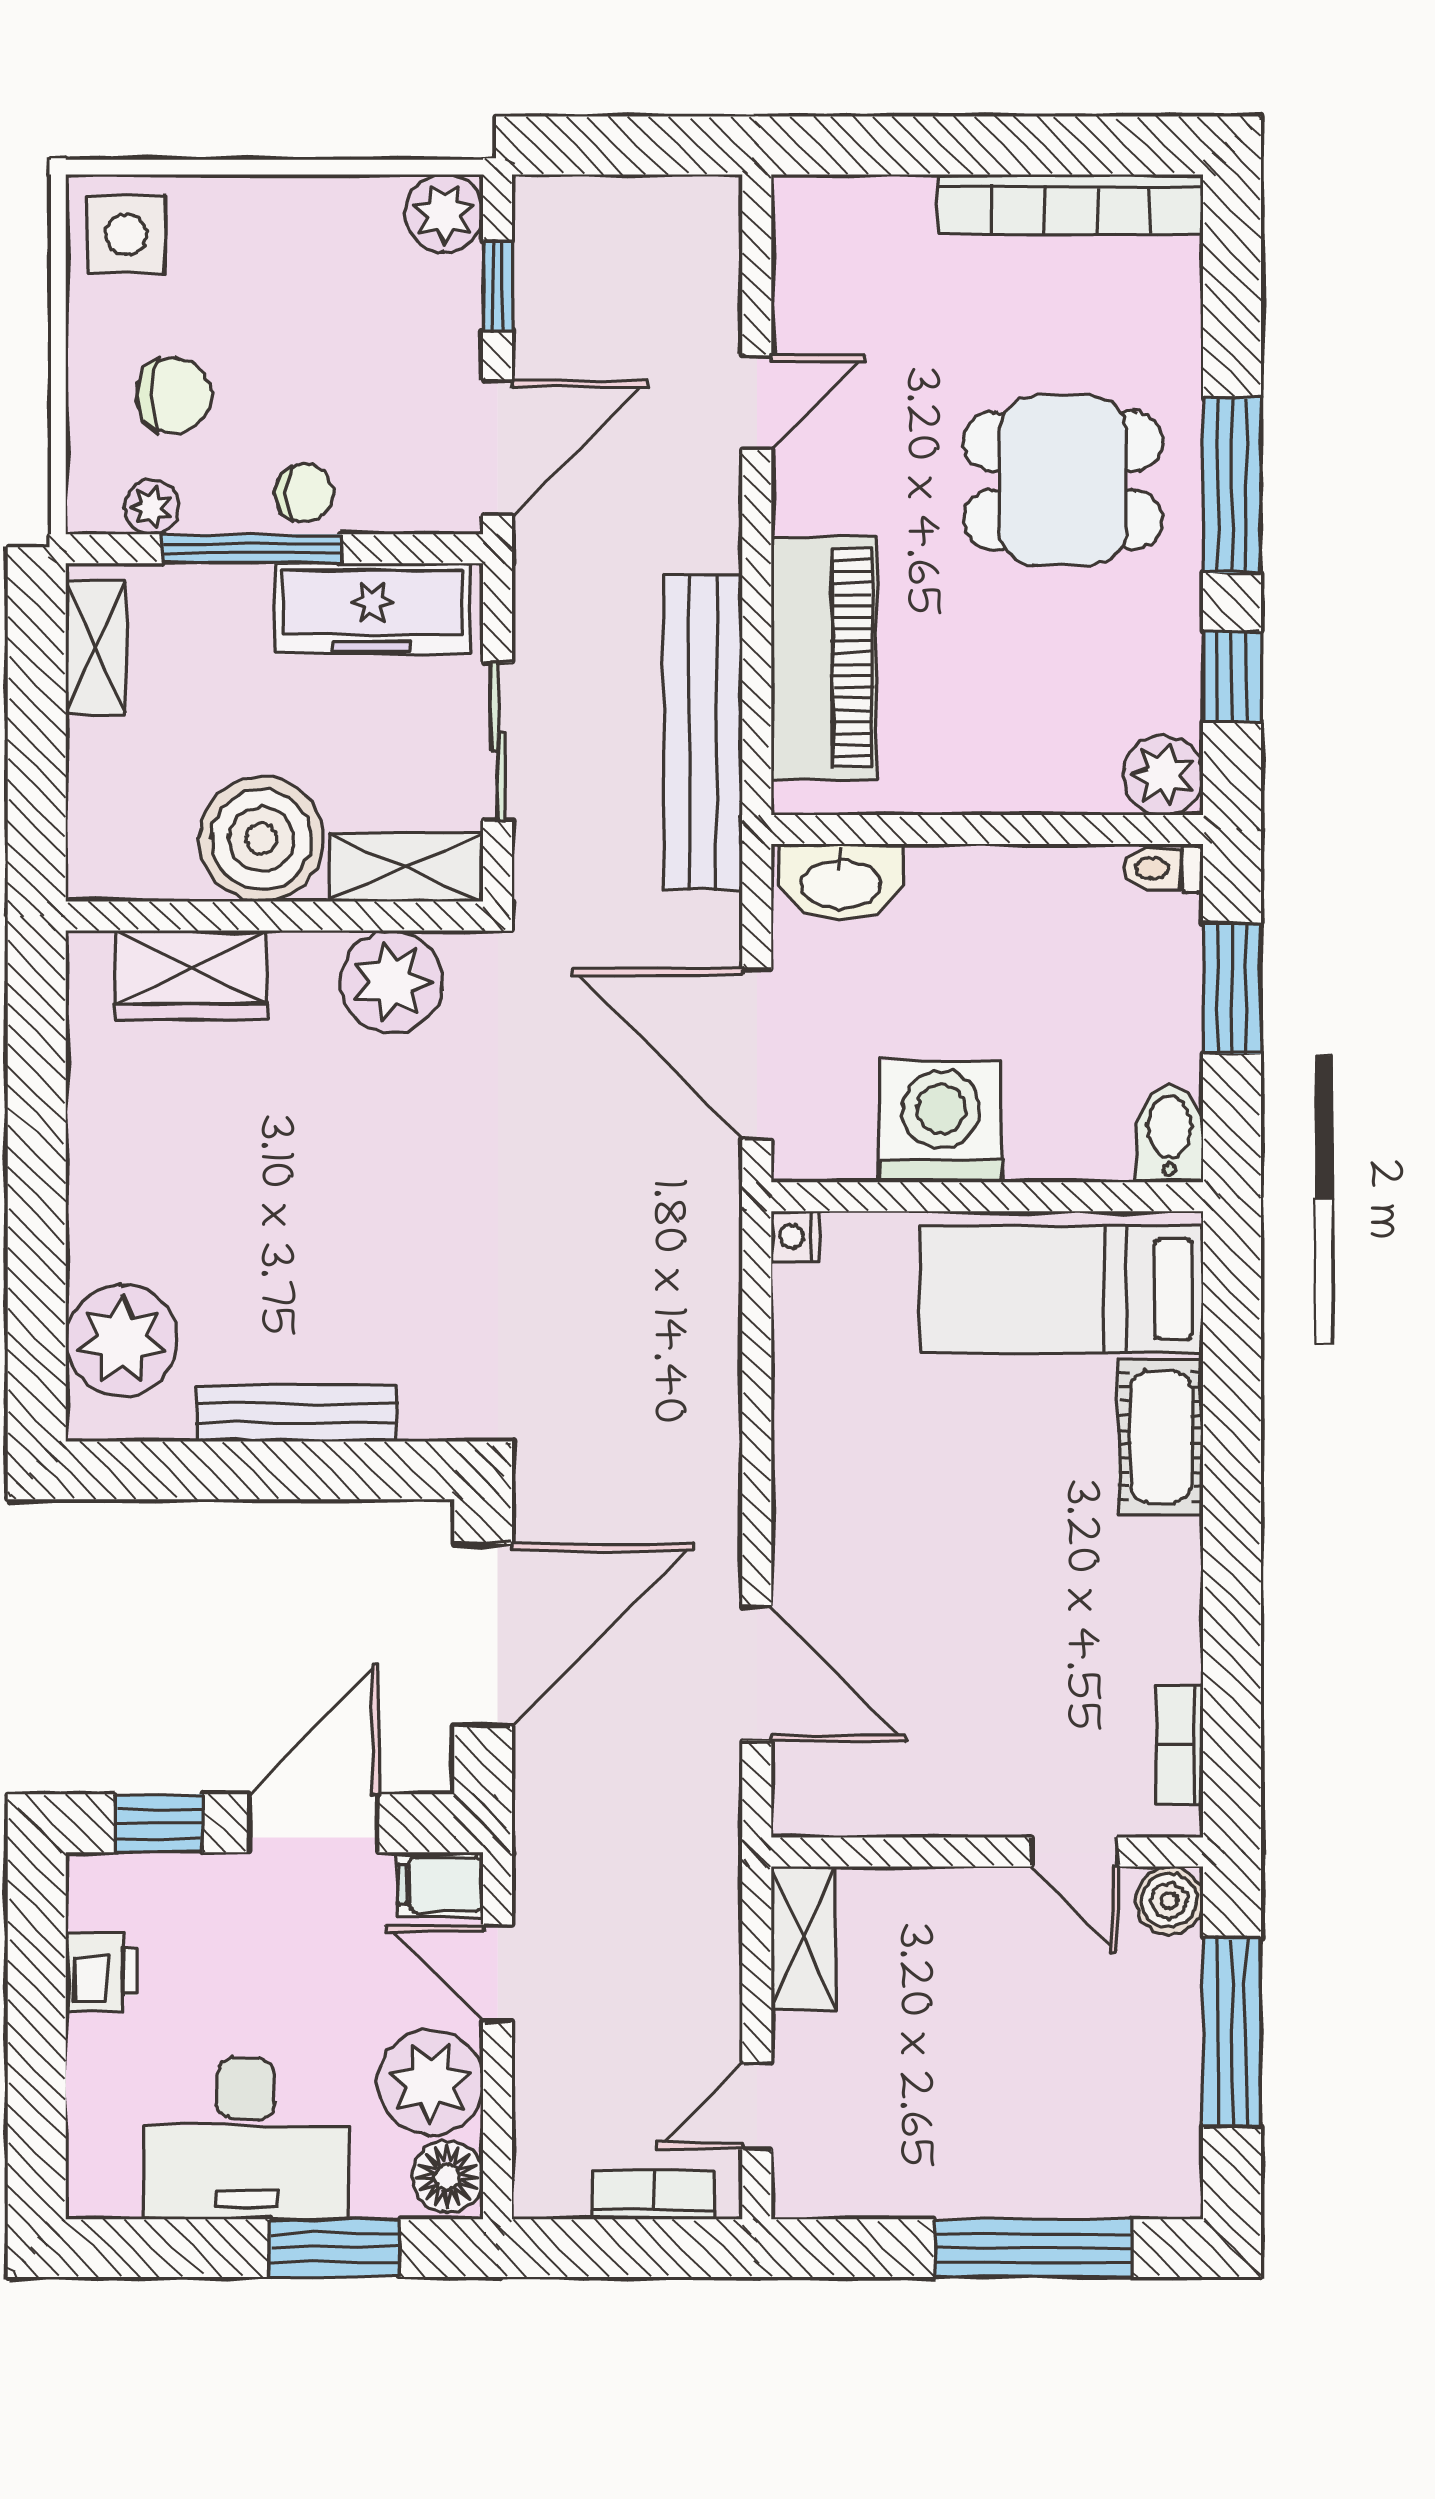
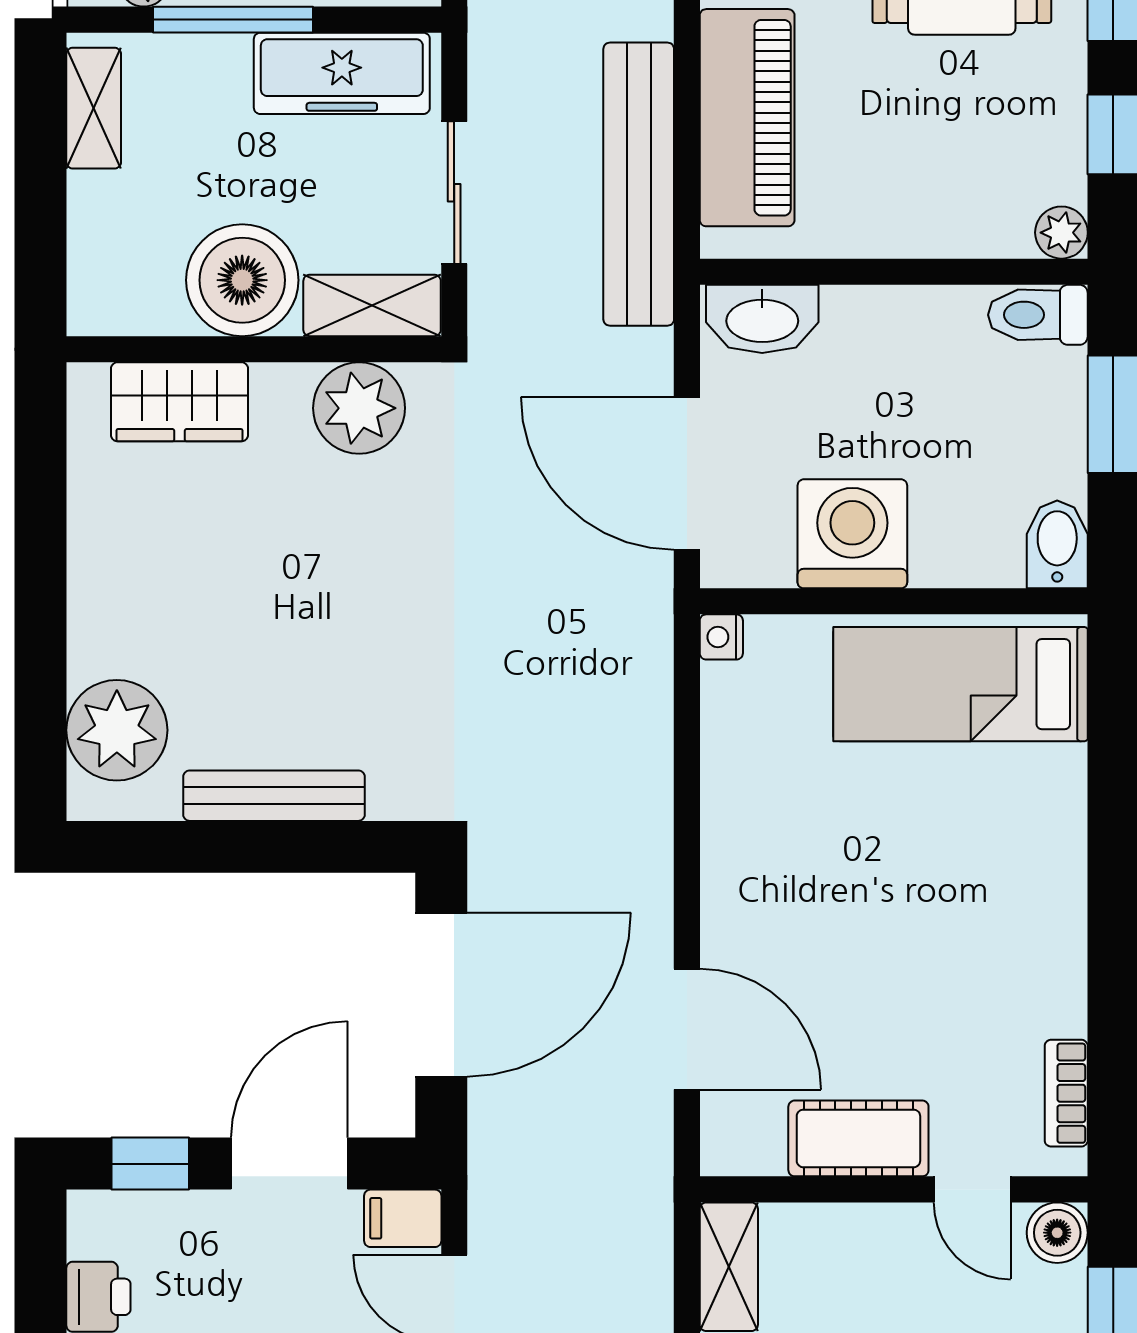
plant: (1163, 775) -> (1061, 233), width x0.73, depth x0.73
toilet: (1163, 868) -> (1038, 315), width x1.37, depth x1.39
cot: (1161, 1437) -> (858, 1138), moved, turned 90

